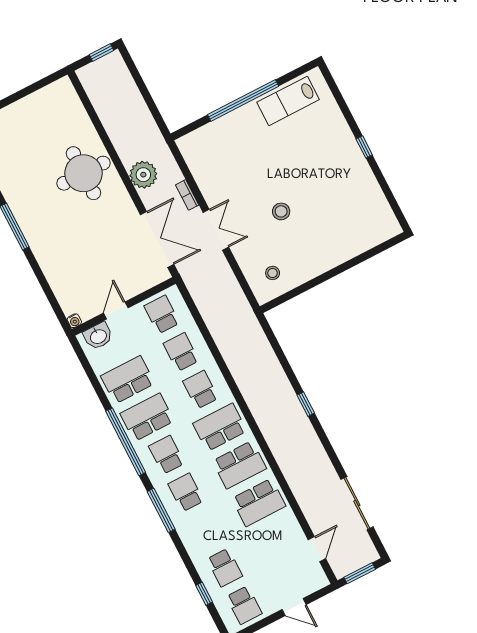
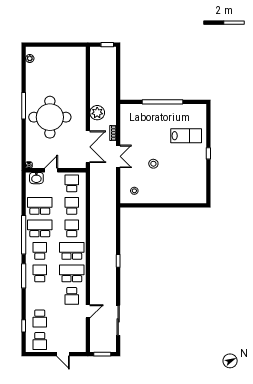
lab bench: (288, 101) -> (186, 136), moved, turned 180
round table: (83, 173) -> (50, 117), moved, width x1.36, depth x1.36
school desk: (239, 465) -> (72, 273), turned 180
school desk: (259, 502) -> (72, 296), width x0.54
door: (317, 549) -> (88, 311), moved

